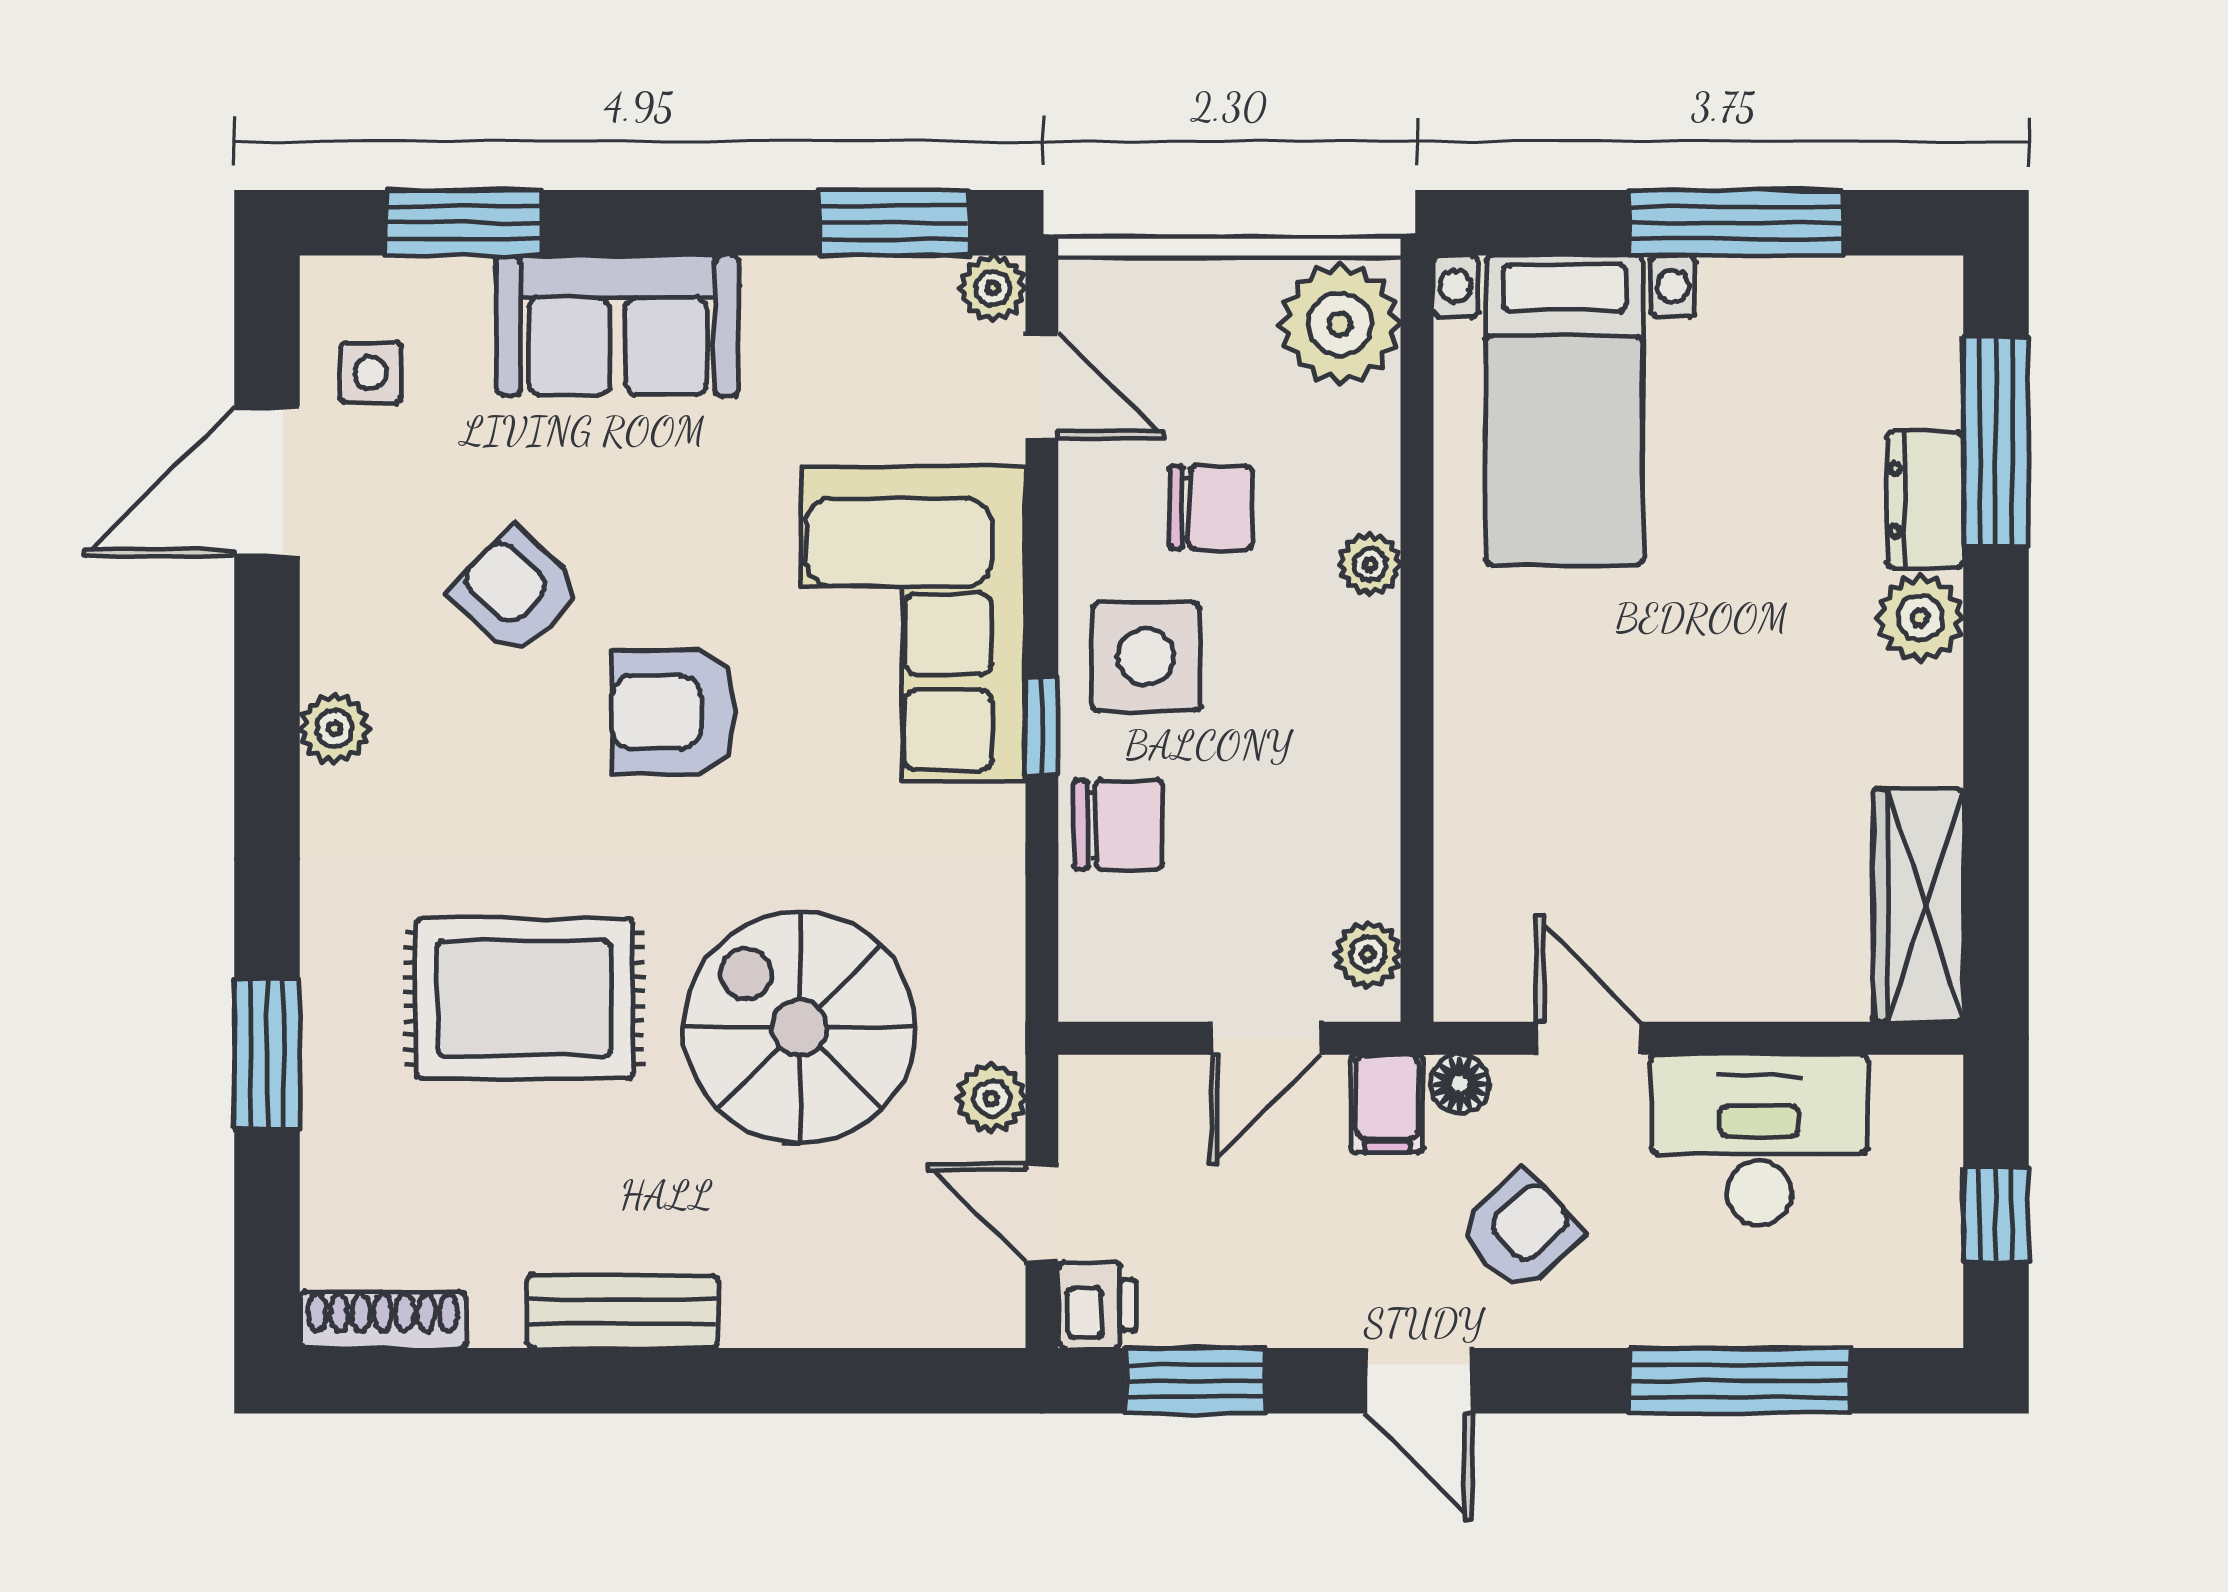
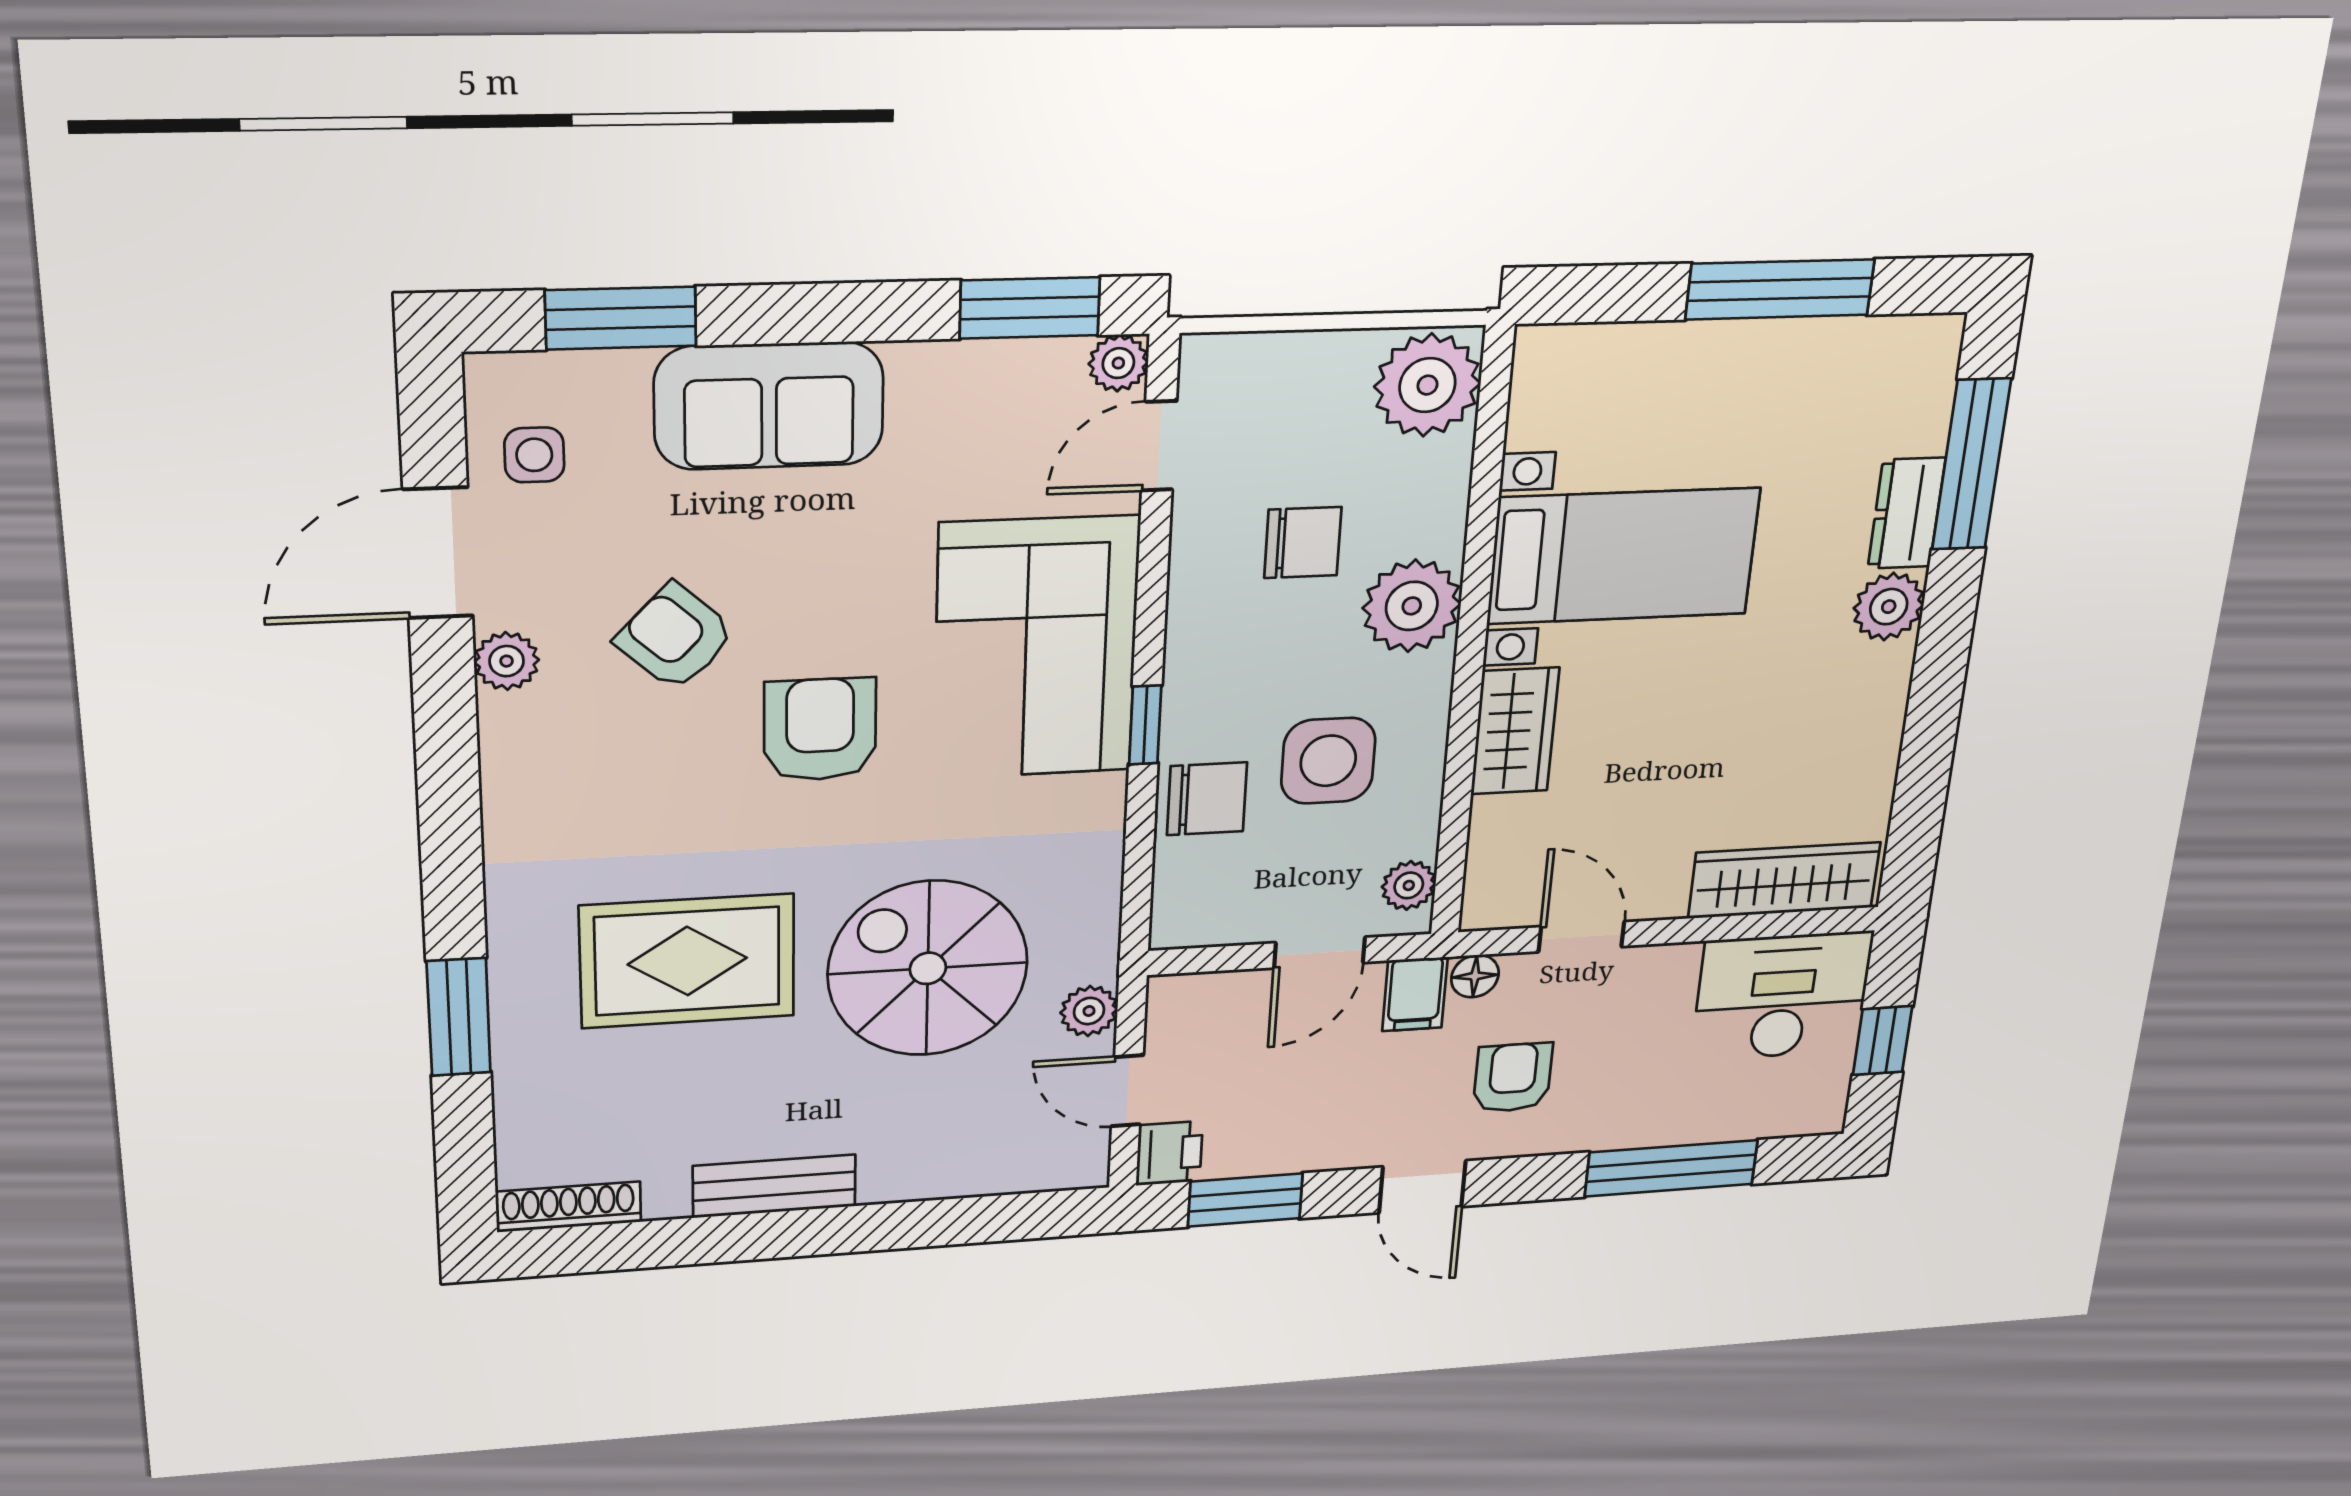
door: (1042, 386) -> (1159, 446), swing flipped
bed with nightstands: (1564, 410) -> (1623, 556), moved, turned -90
plant: (1370, 564) -> (1412, 606), width x1.88, depth x1.88
side table: (1146, 657) -> (1328, 761), moved
armchair: (674, 712) -> (820, 730), turned 90
plant: (334, 729) -> (507, 661), moved
wardrobe: (1480, 757) -> (1515, 731), added
wardrobe: (1918, 905) -> (1784, 880), moved, turned 90
desk: (1759, 1140) -> (1782, 996), moved
armchair: (1520, 1231) -> (1513, 1078), turned -47

